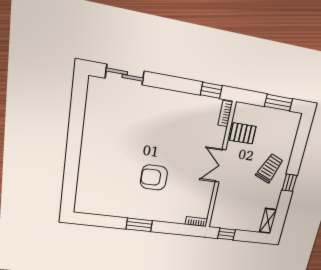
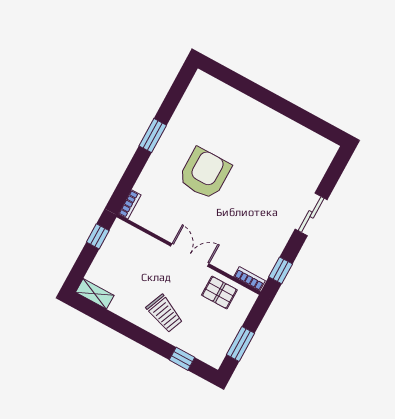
sliding door: (125, 75) -> (311, 214), moved
pallet: (243, 133) -> (219, 292), turned 90
armchair: (154, 177) -> (205, 173), width x1.36, depth x1.36
window: (289, 183) -> (182, 359), moved

